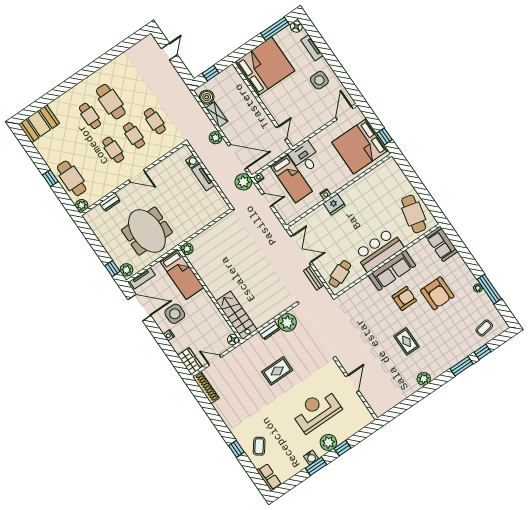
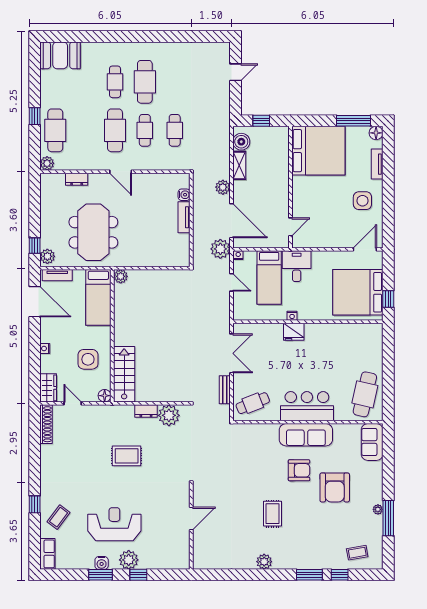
cafe table: (113, 150) -> (115, 130), width x1.37, depth x1.35
side table: (175, 314) -> (88, 359), moved
reception desk: (316, 411) -> (114, 524), moved

